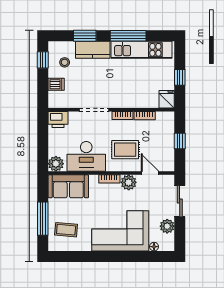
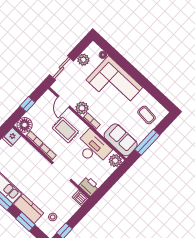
dishwasher: (56, 84) -> (80, 198), moved
floor lamp: (165, 120) -> (25, 125), added
window: (43, 219) -> (147, 142), moved

